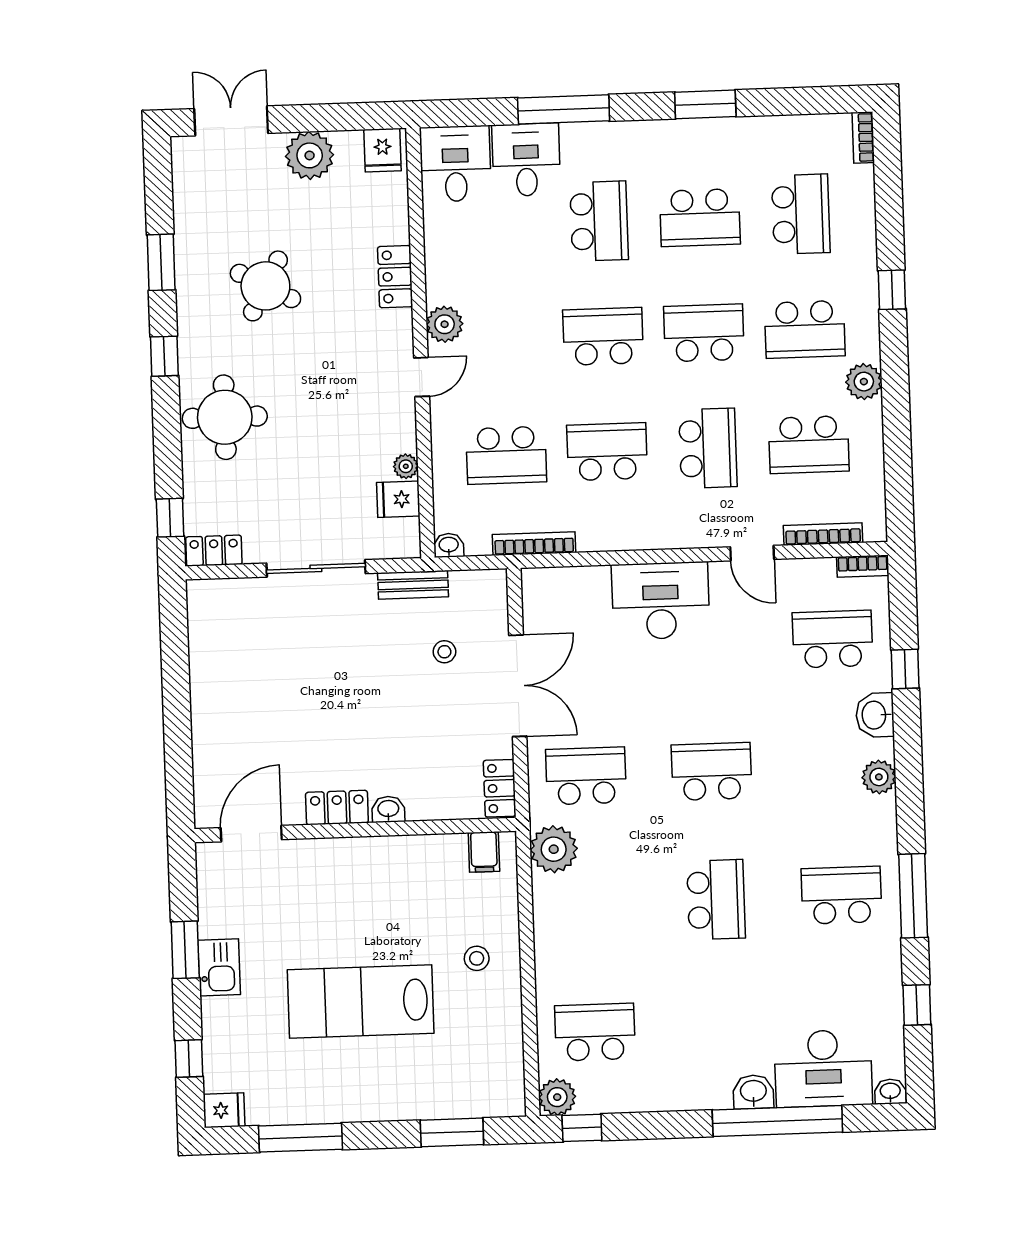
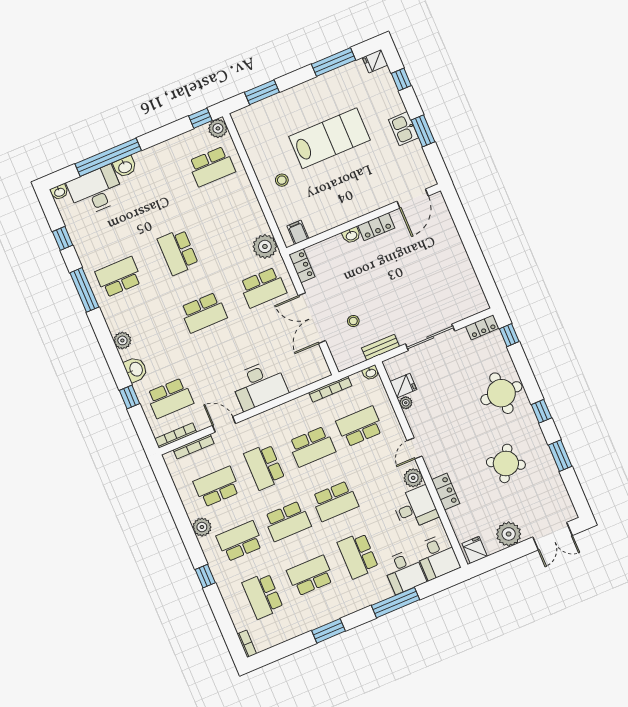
desk: (462, 268) -> (415, 508), added
bookcase: (863, 566) -> (176, 436), width x1.56
school desk: (841, 895) -> (119, 277), turned 180

